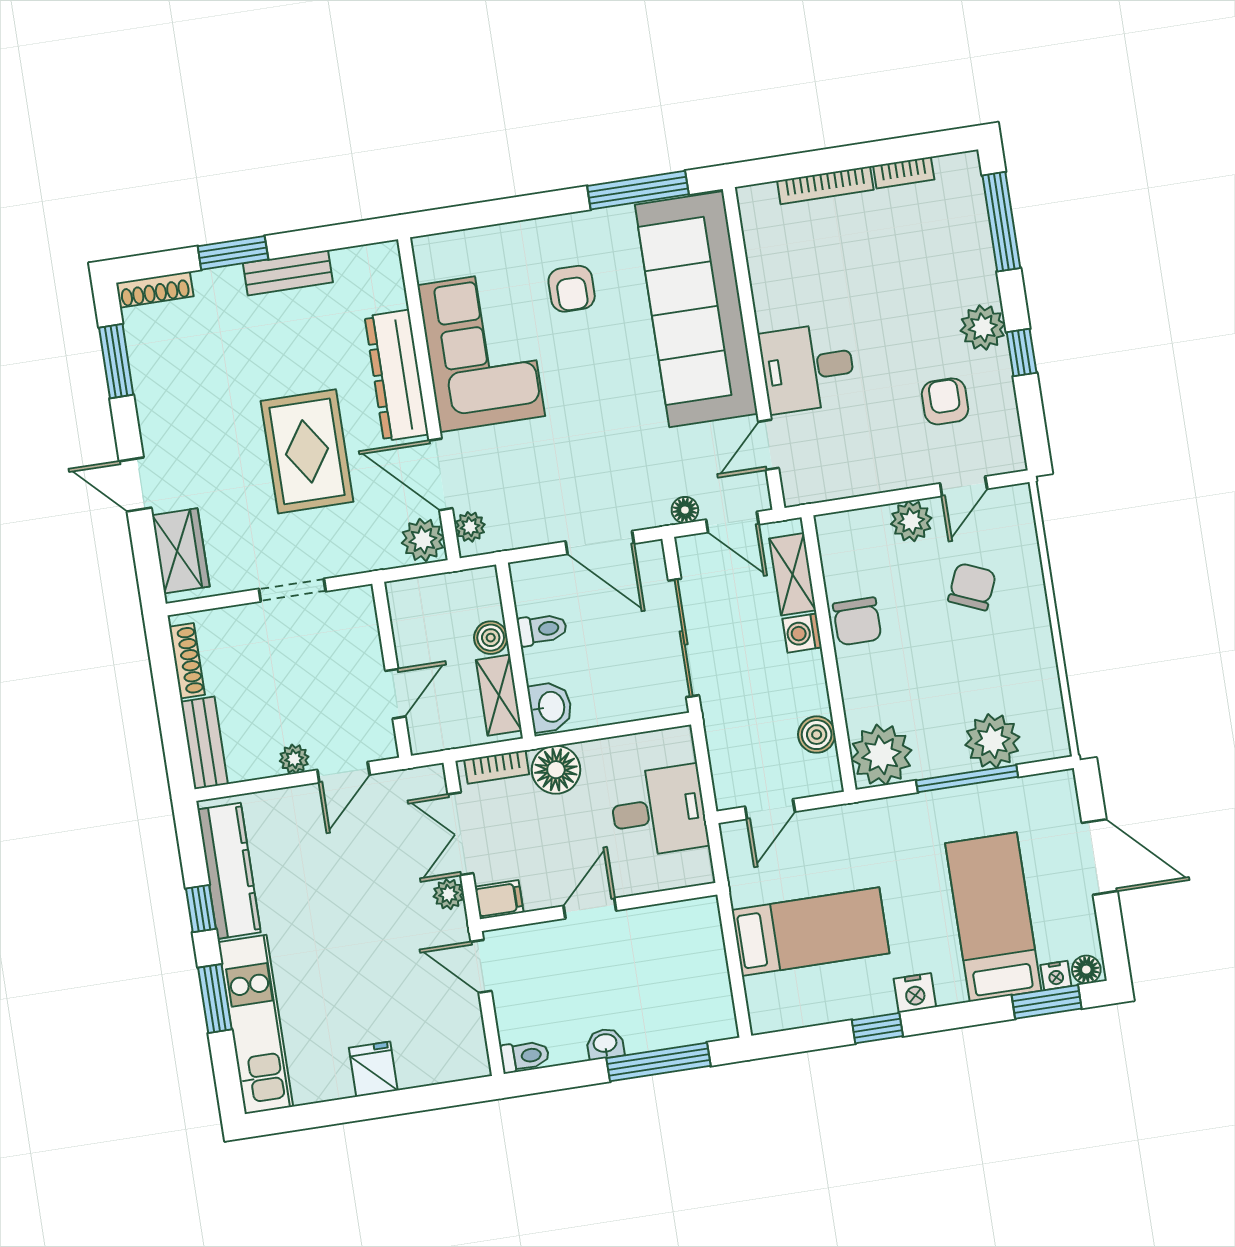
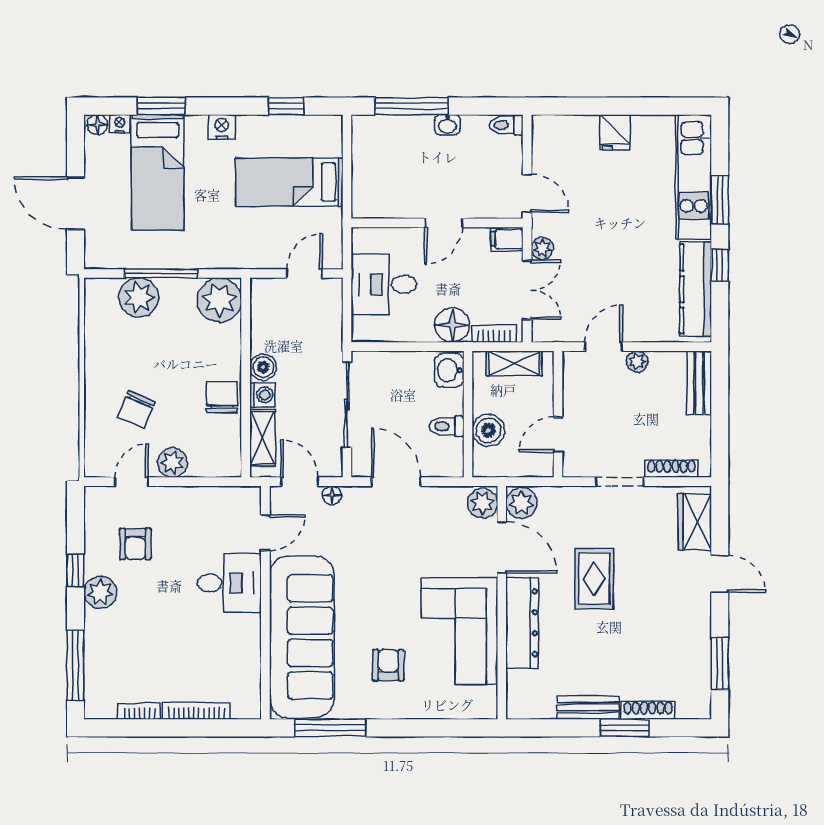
shoe rack: (155, 290) -> (648, 710), moved
rug: (307, 451) -> (594, 579), width x0.73, depth x0.70
plant: (470, 527) -> (483, 503), width x1.38, depth x1.38
boiler: (491, 638) -> (488, 430), width x1.36, depth x1.36
shoe rack: (187, 661) -> (671, 469), moved, turned 90
door: (395, 694) -> (558, 435), moved
shelving: (499, 695) -> (514, 363), moved, turned 90
boiler: (817, 735) -> (263, 367), moved
window: (1047, 1002) -> (161, 106), moved
window: (877, 1028) -> (286, 106), moved

